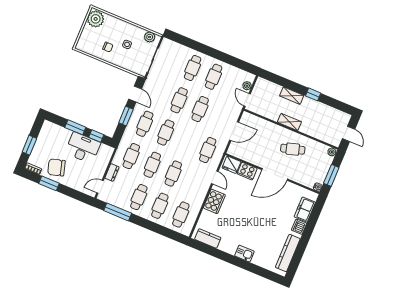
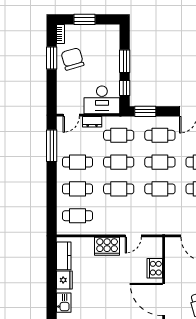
window: (126, 116) -> (145, 111), moved
desk: (83, 148) -> (102, 100), moved, turned 90
cafe table: (208, 150) -> (160, 189), moved
fridge: (231, 165) -> (64, 280), moved, turned 180
door: (100, 187) -> (71, 115), swing flipped

